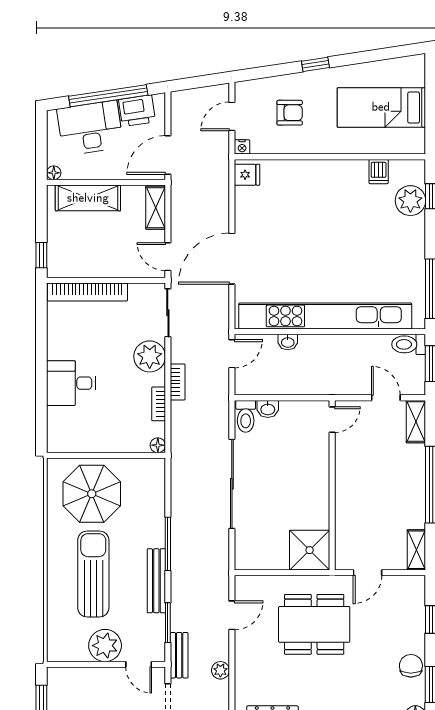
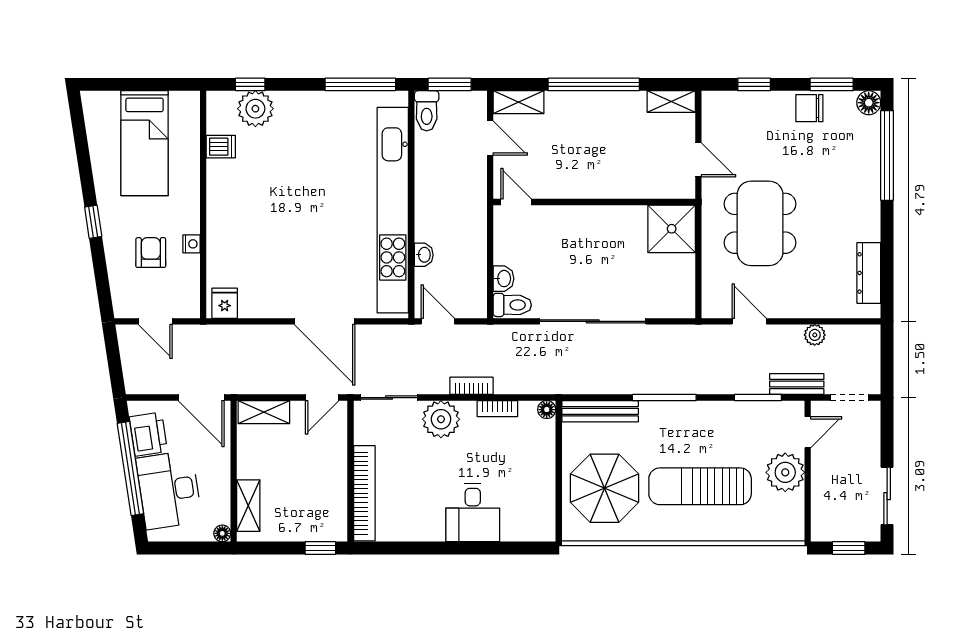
nightstand: (242, 147) -> (192, 244), moved
shelving: (88, 198) -> (248, 506), width x0.67, depth x0.75
door: (386, 398) -> (490, 138), swing flipped
bench: (156, 581) -> (600, 411), moved

